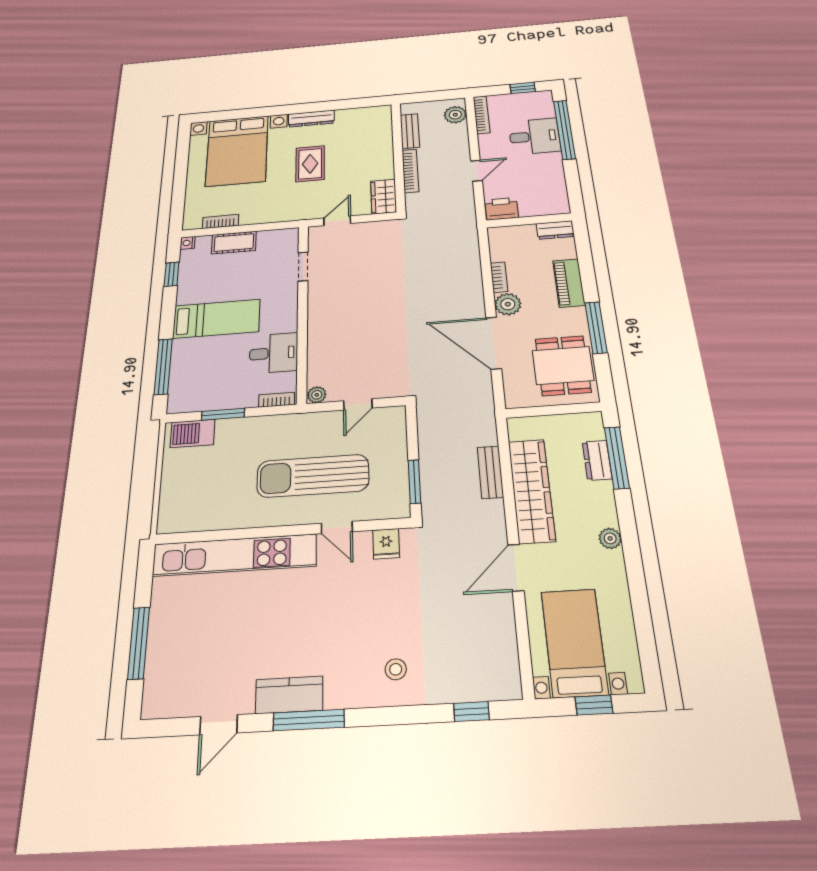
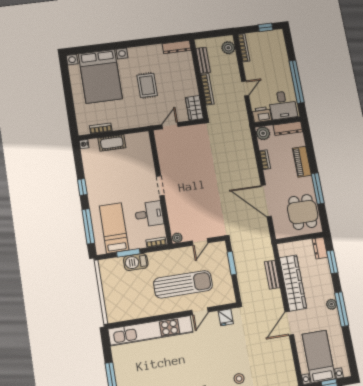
dresser: (311, 118) -> (177, 47), moved
window: (564, 130) -> (296, 82), moved
desk: (534, 136) -> (283, 105), moved, turned 90
dresser: (555, 230) -> (288, 128), width x1.44
doorway: (303, 266) -> (160, 186), moved
window: (171, 274) -> (82, 187), moved
plant: (508, 304) -> (263, 133), moved
bed: (216, 319) -> (114, 228), moved, turned -90
barbecue: (193, 433) -> (136, 262), moved
window: (617, 458) -> (332, 262), width x0.69
dresser: (597, 460) -> (320, 248), moved
sun lounger: (313, 476) -> (183, 284), turned 180
window: (414, 482) -> (232, 263), moved
door: (337, 528) -> (200, 311), hinge flipped
window: (632, 550) -> (342, 309), added

